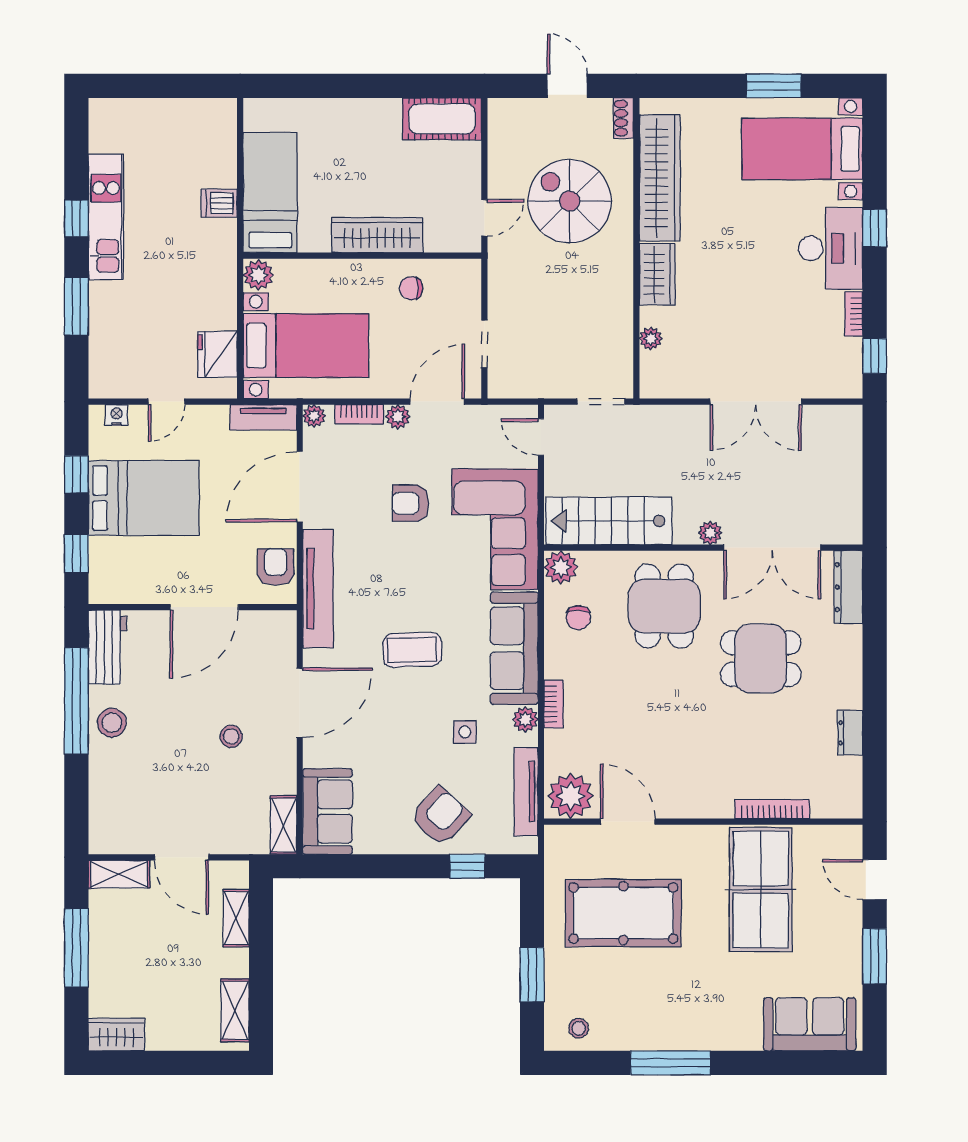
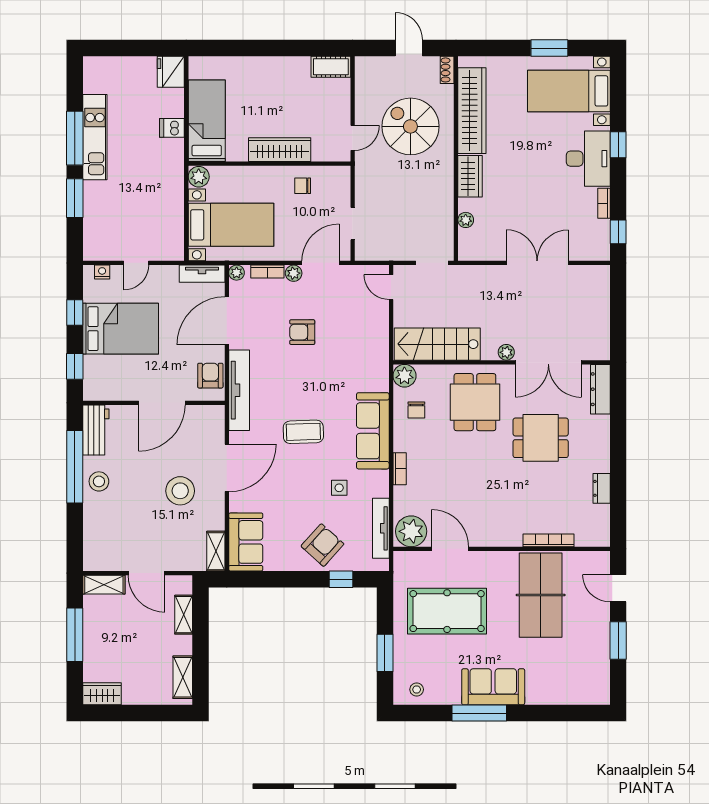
cot: (442, 119) -> (331, 67), width x0.73, depth x0.75
window: (76, 218) -> (75, 138), width x2.17
fridge: (217, 354) -> (171, 72), moved
double door: (756, 402) -> (537, 263), swing flipped
corner sofa: (495, 529) -> (360, 350), removed
plant: (525, 719) -> (380, 479), removed
stool: (231, 736) -> (180, 491), width x1.89, depth x1.89
sofa: (810, 1024) -> (493, 687), moved

